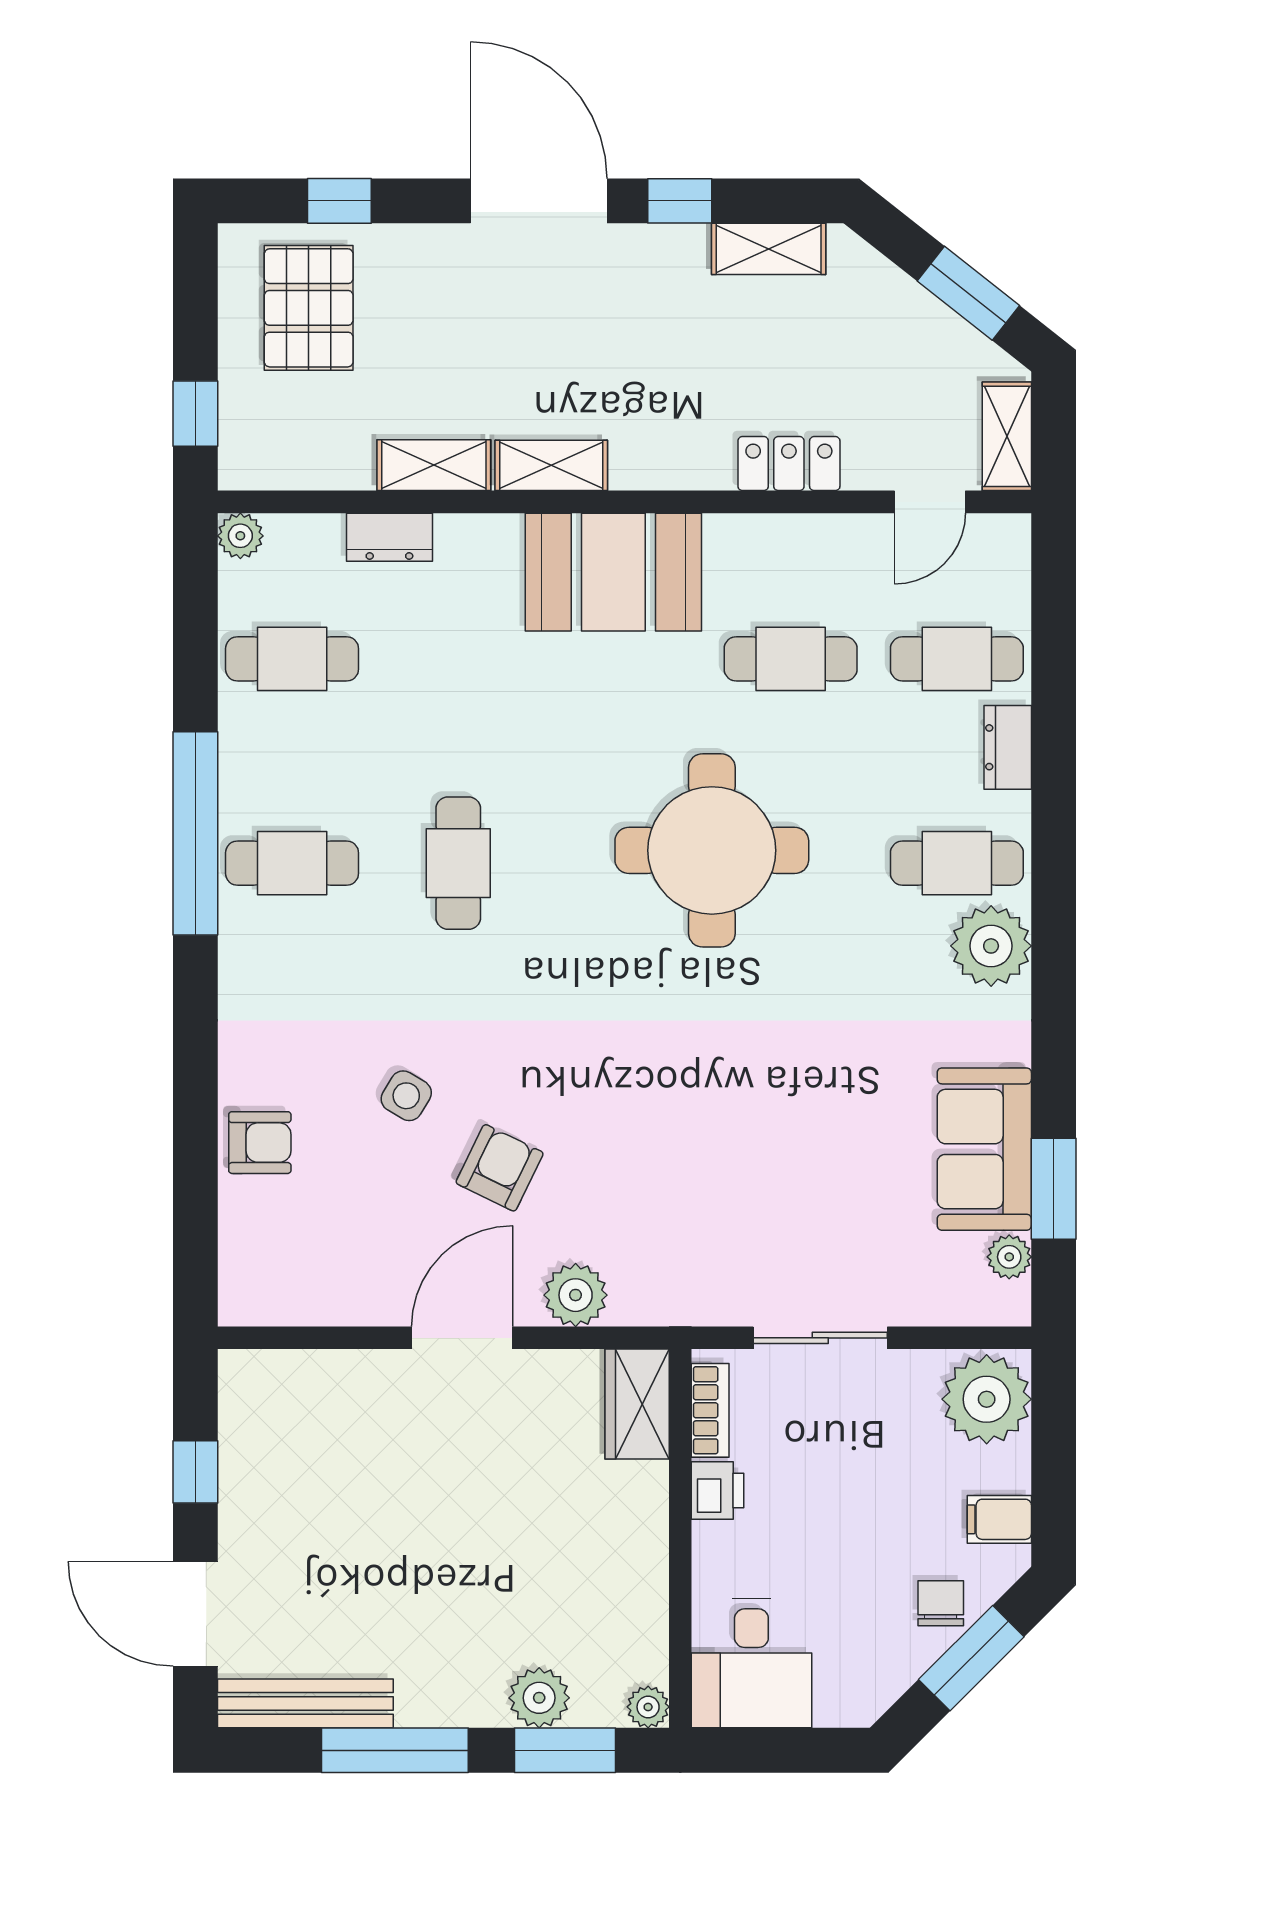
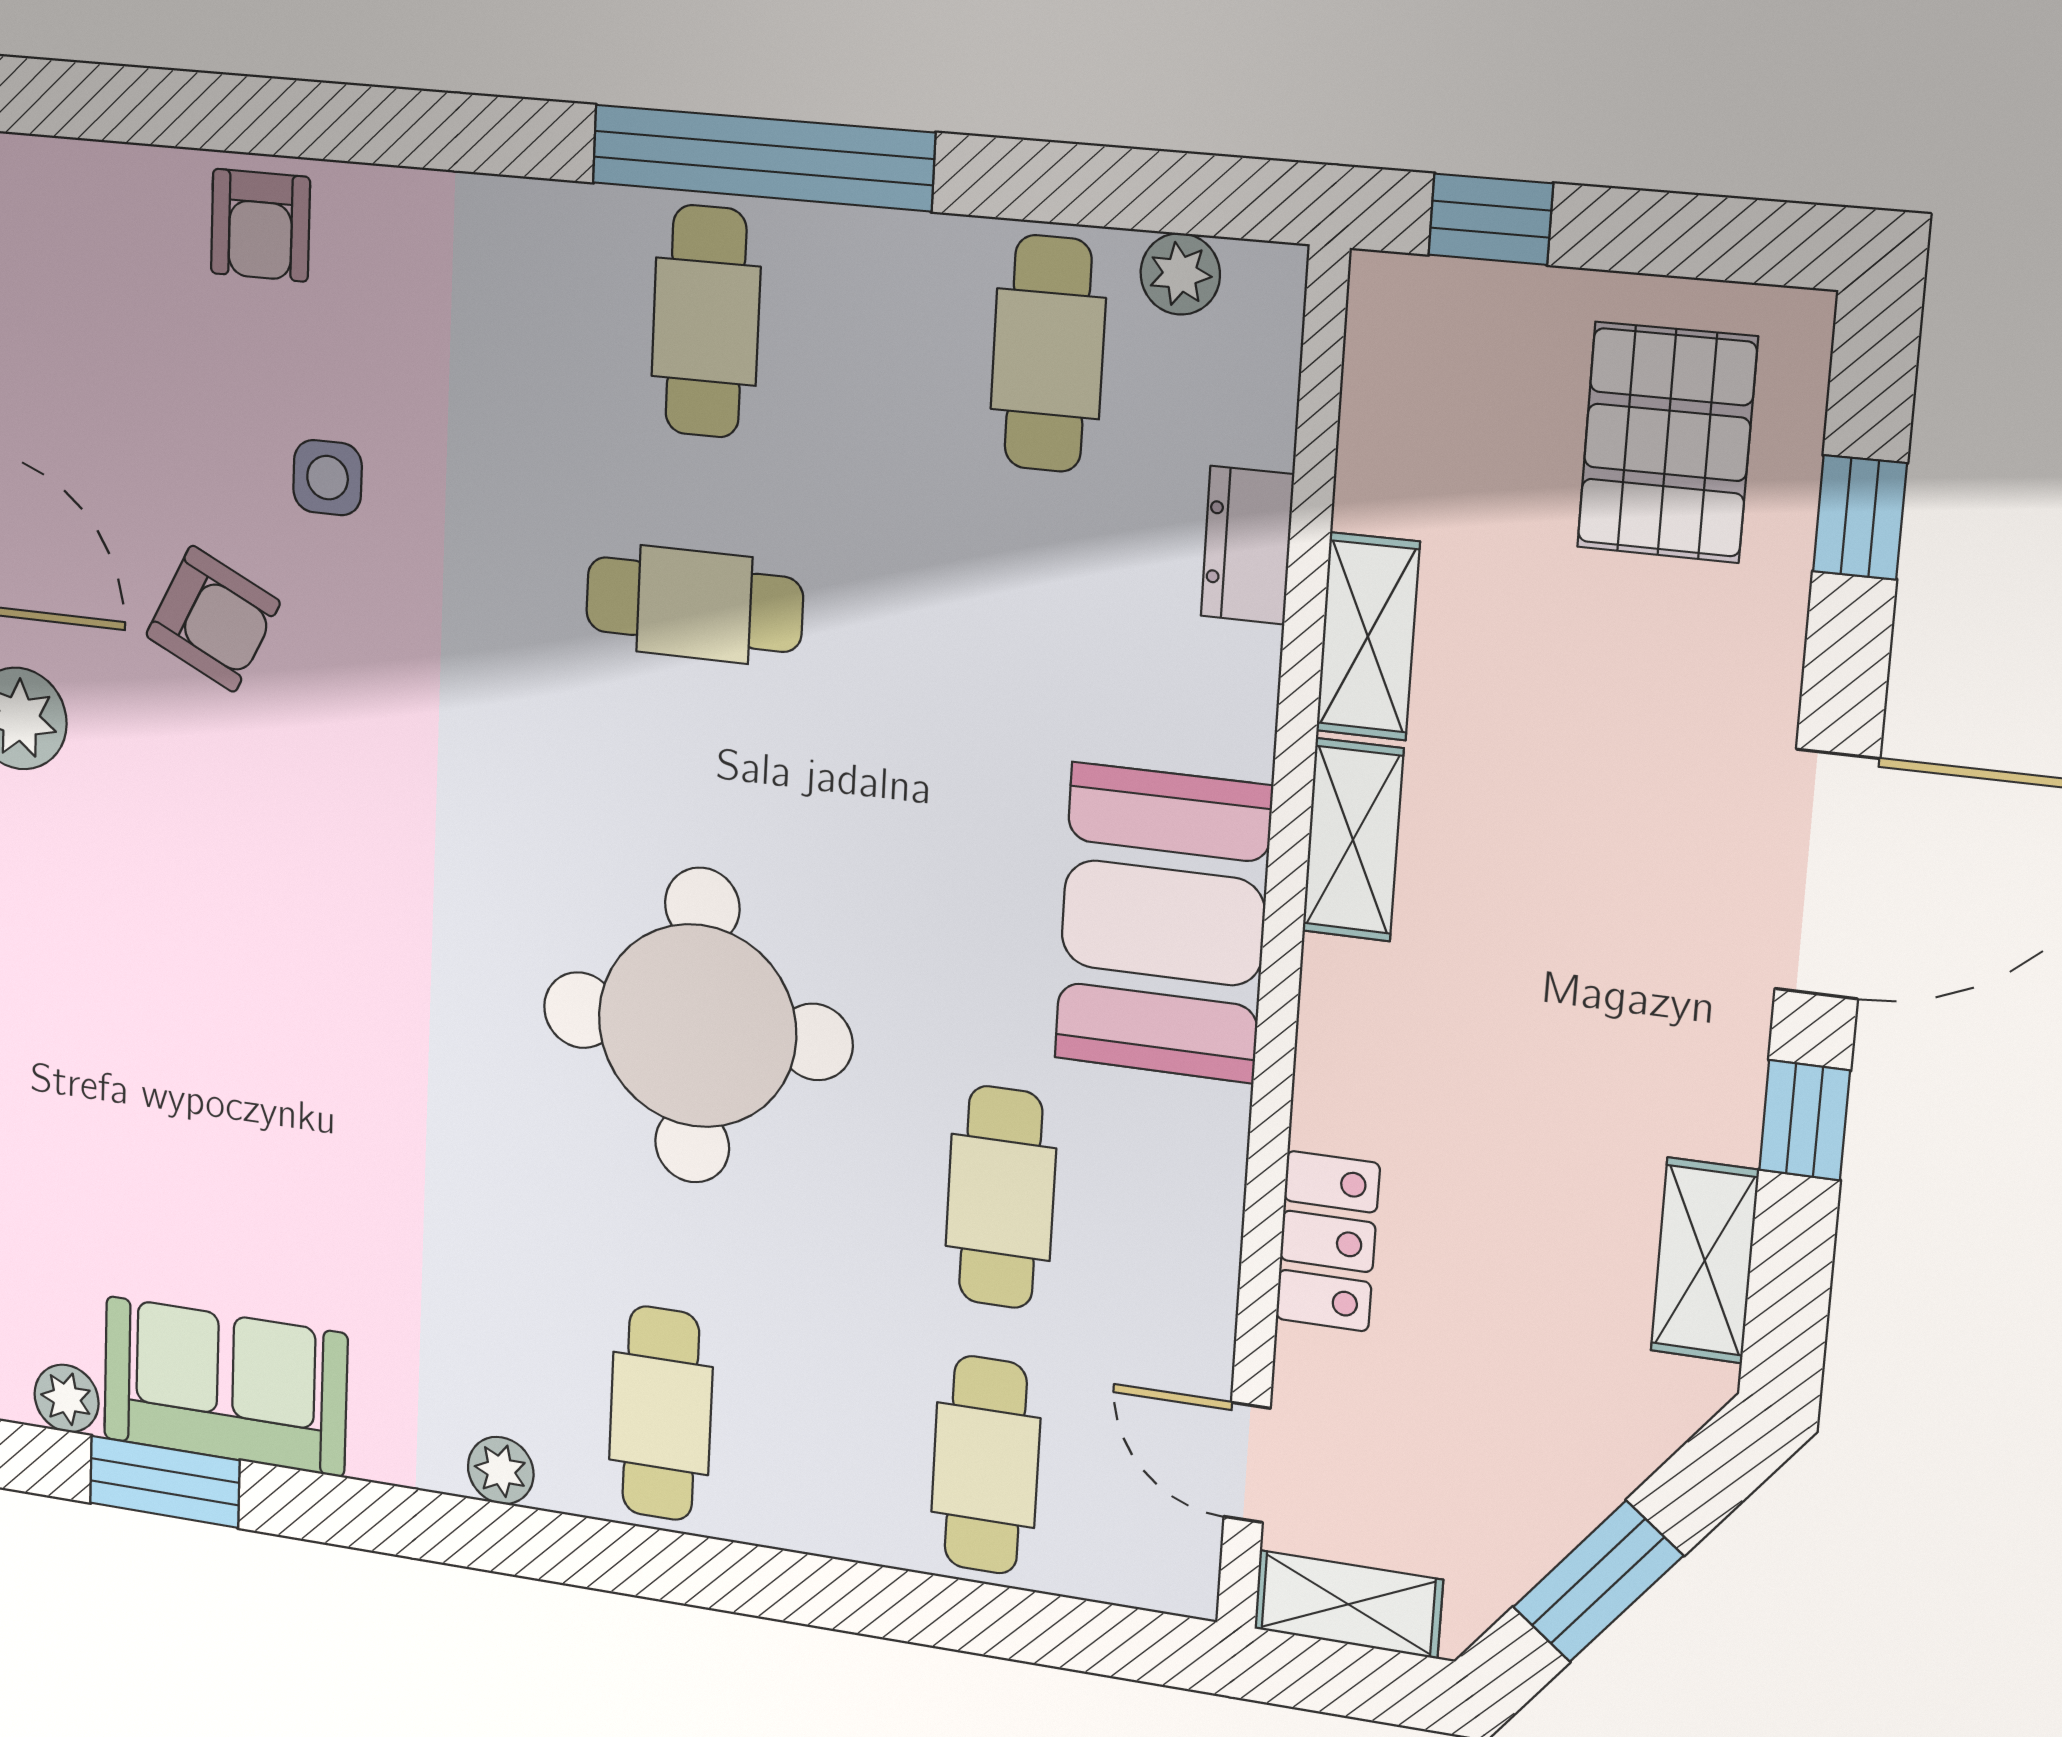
pallet: (309, 308) -> (1667, 442), turned 90
plant: (240, 536) -> (1180, 274), moved
dresser: (1008, 747) -> (840, 1522), removed
plant: (991, 946) -> (501, 1470), width x0.53, depth x0.53
side table: (406, 1096) -> (328, 478), turned -31

